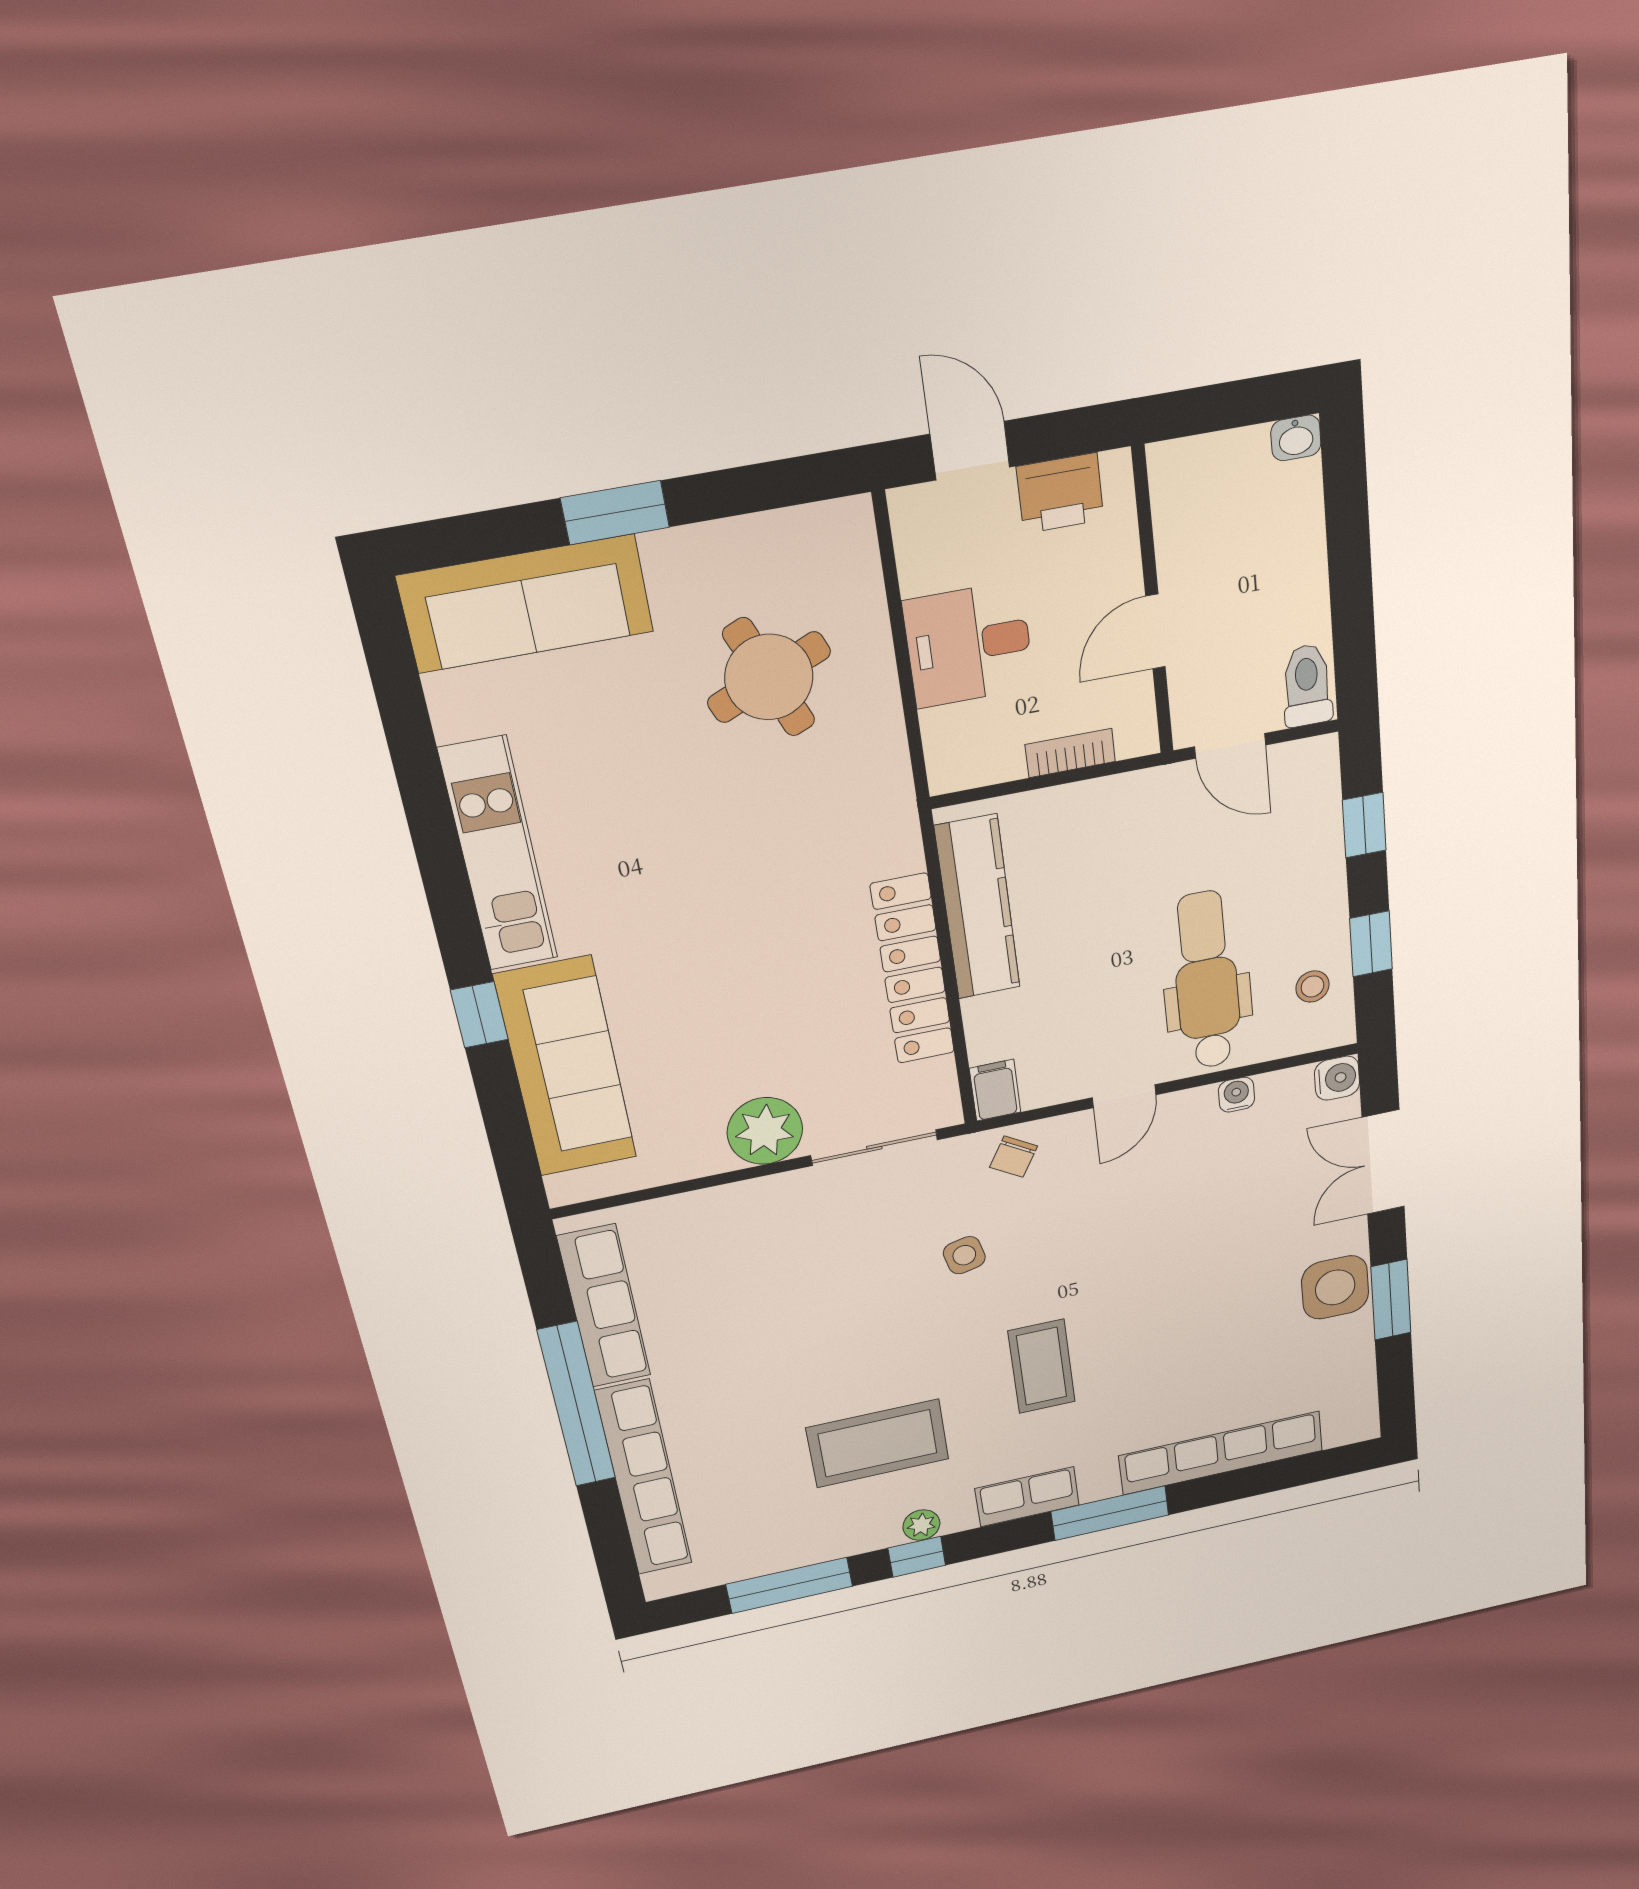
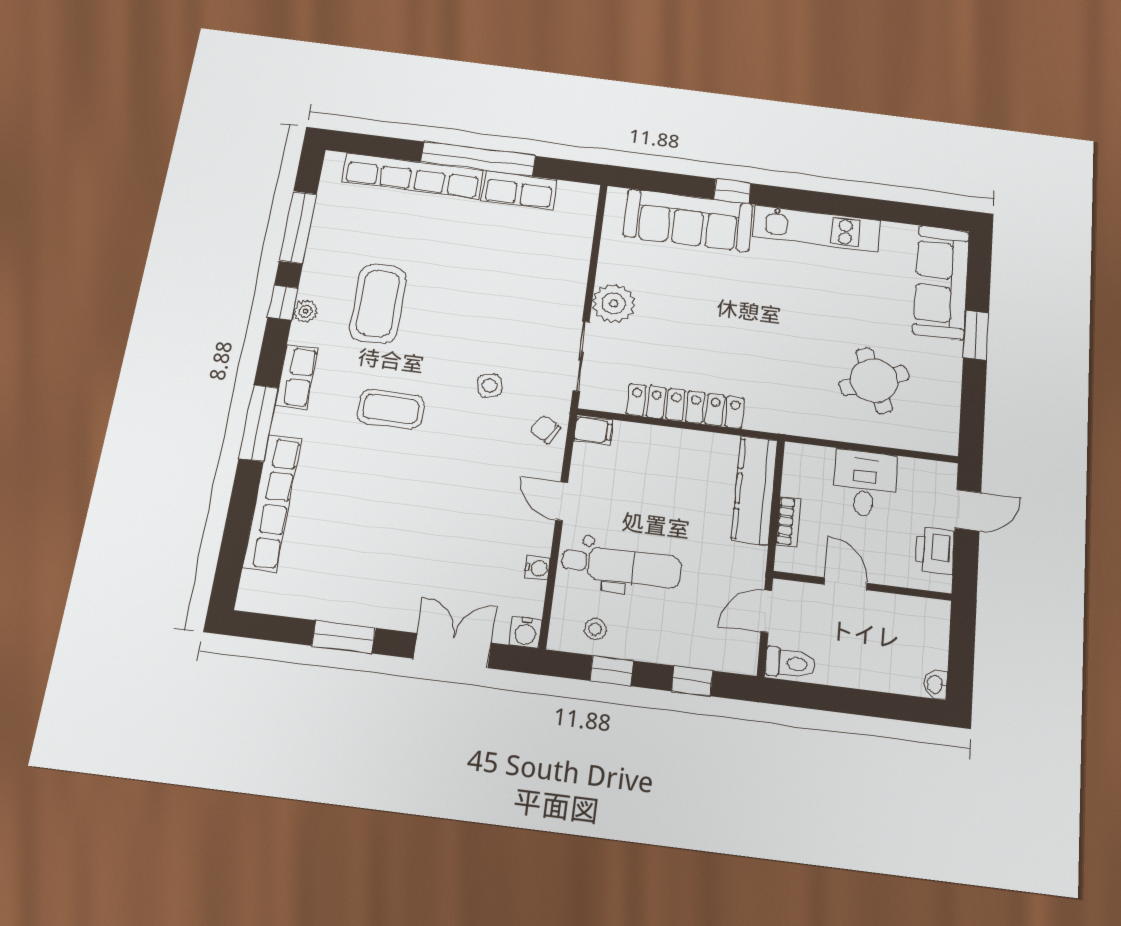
kitchen counter: (978, 907) -> (755, 490), moved, turned 90
side table: (1335, 1287) -> (370, 602), removed
row of seats: (604, 1306) -> (519, 190), width x0.68

